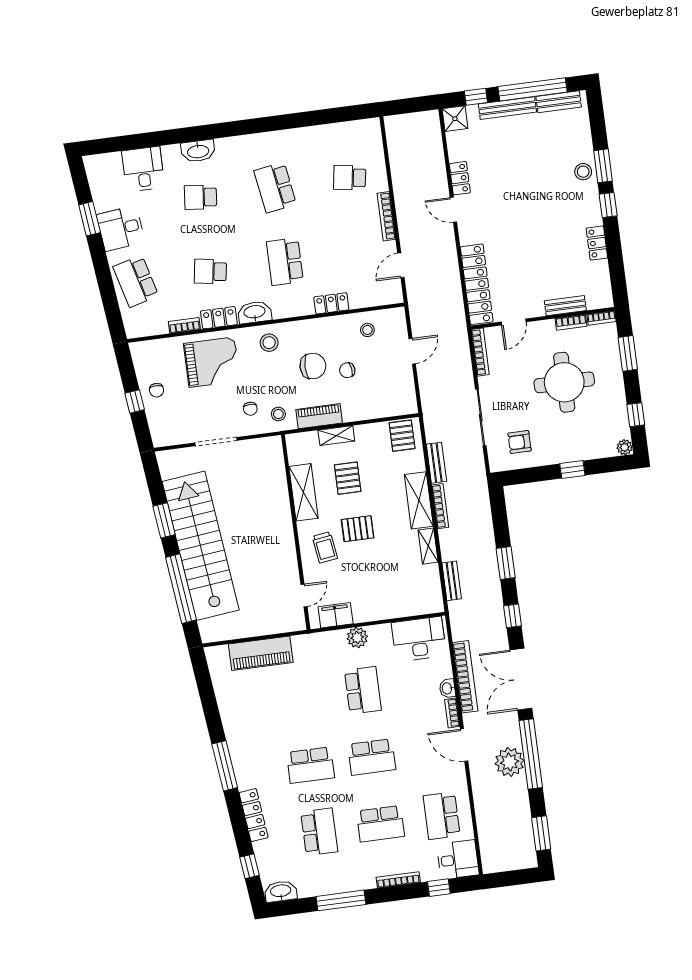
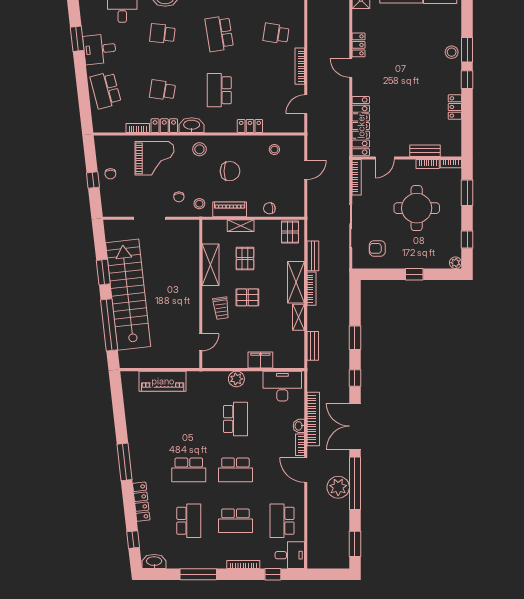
chair: (347, 370) -> (269, 208), moved
filing cabinet: (336, 615) -> (260, 360), moved

